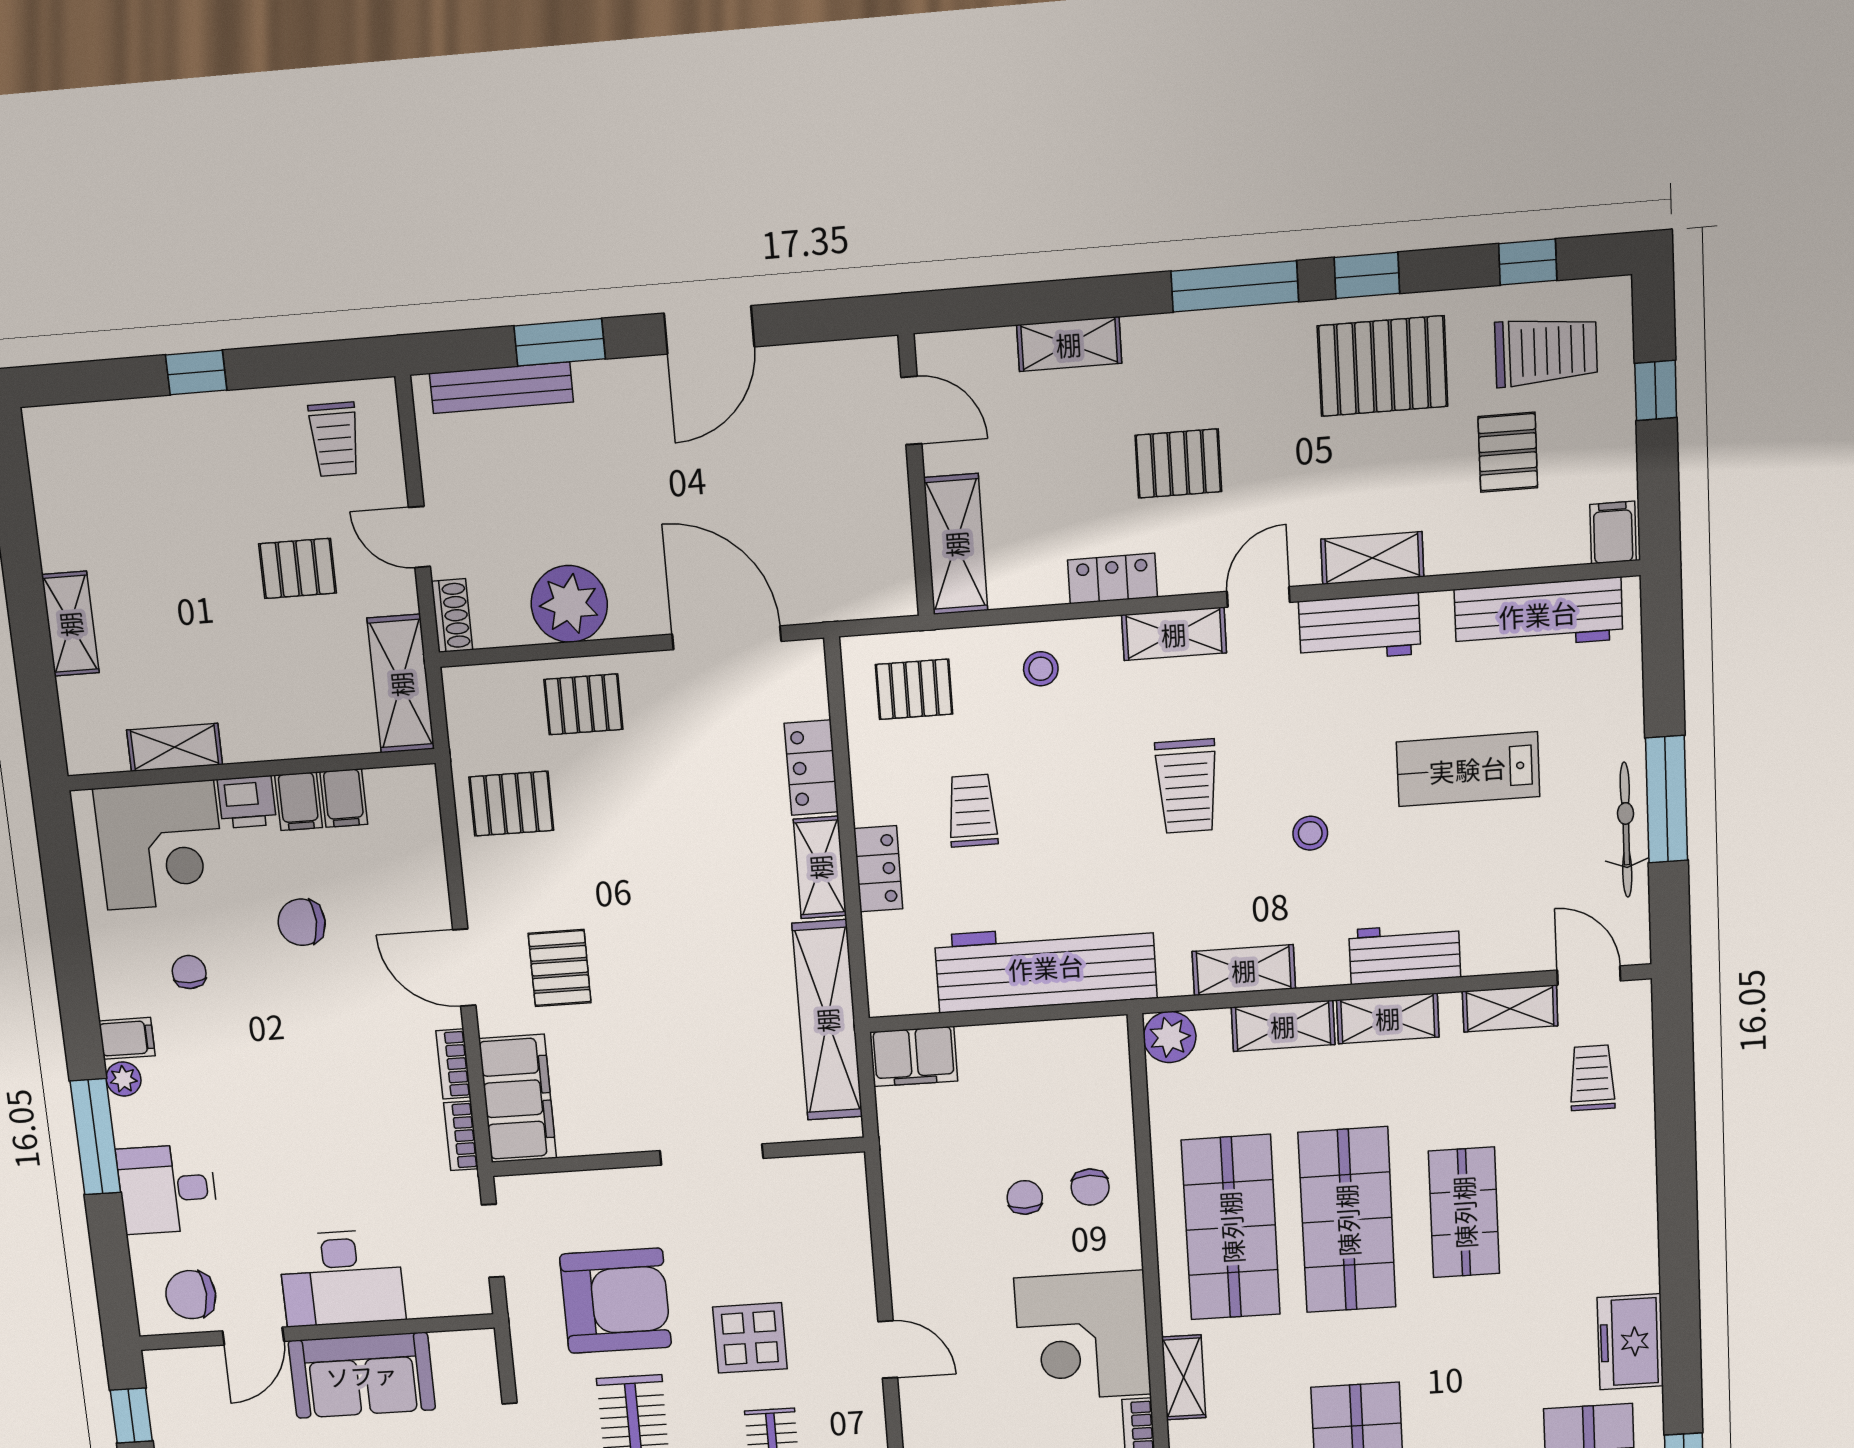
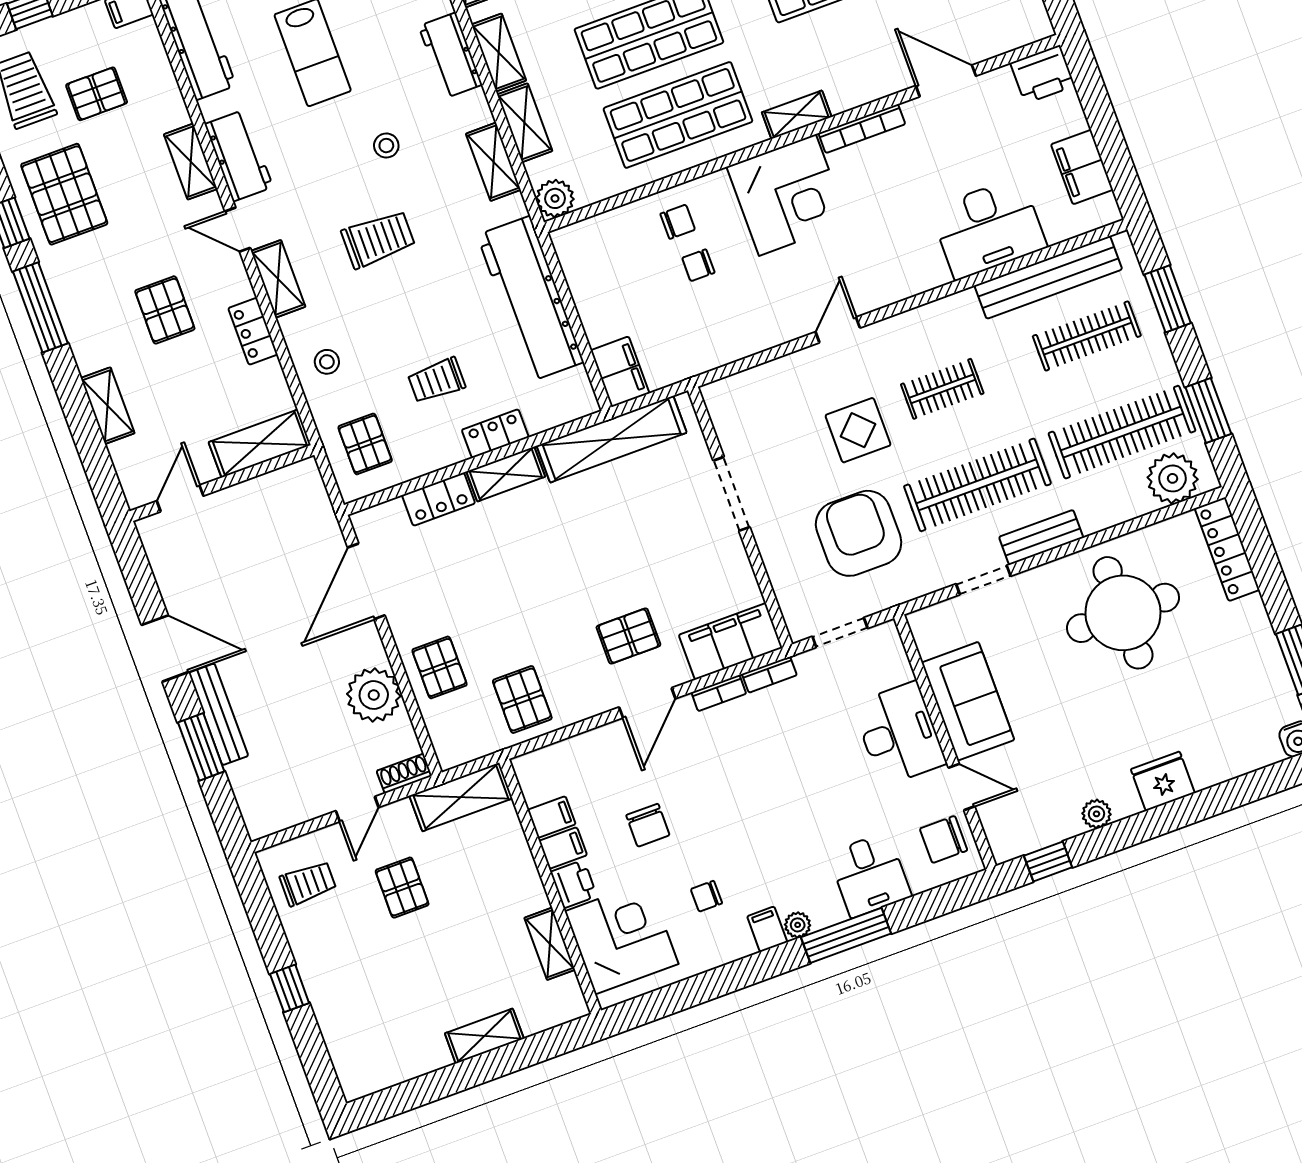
bench: (501, 388) -> (218, 714), moved
chair: (191, 1295) -> (944, 839), turned 90

